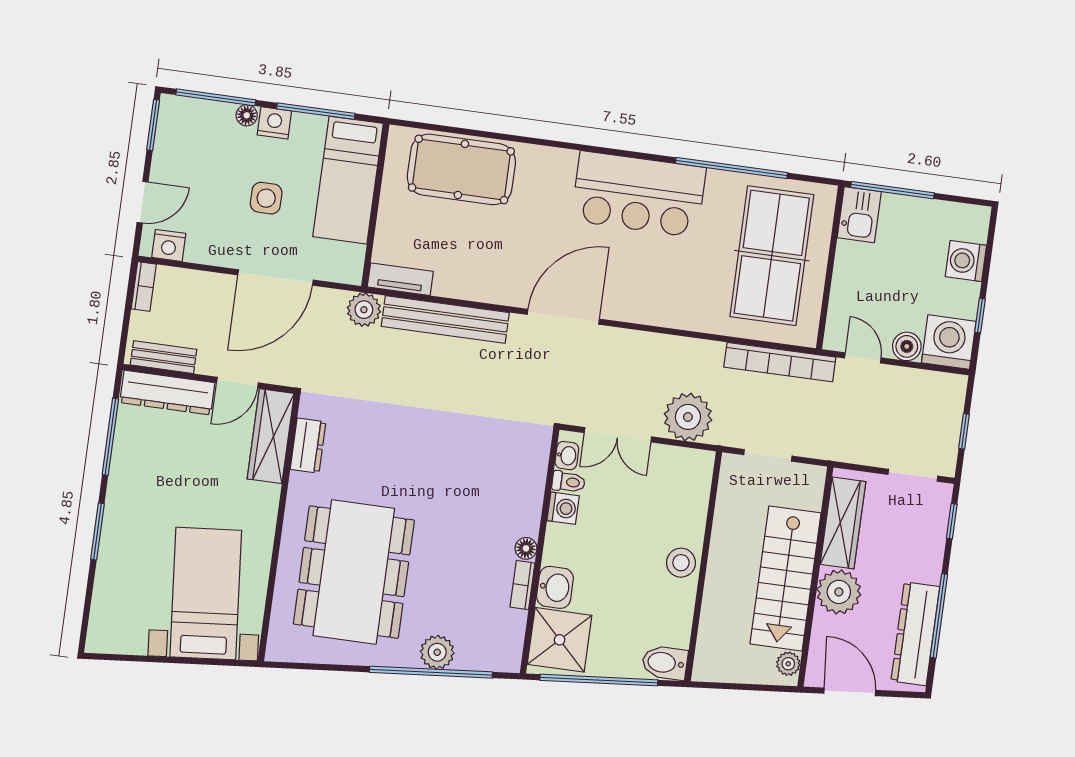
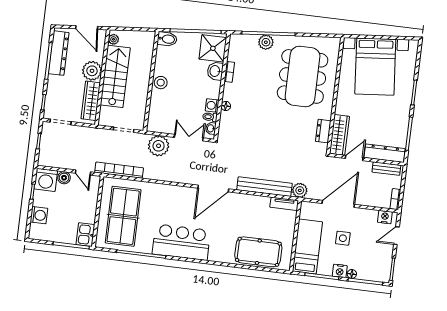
floor lamp: (526, 548) -> (226, 106), moved
bed with nightstands: (206, 594) -> (375, 67), width x1.36

